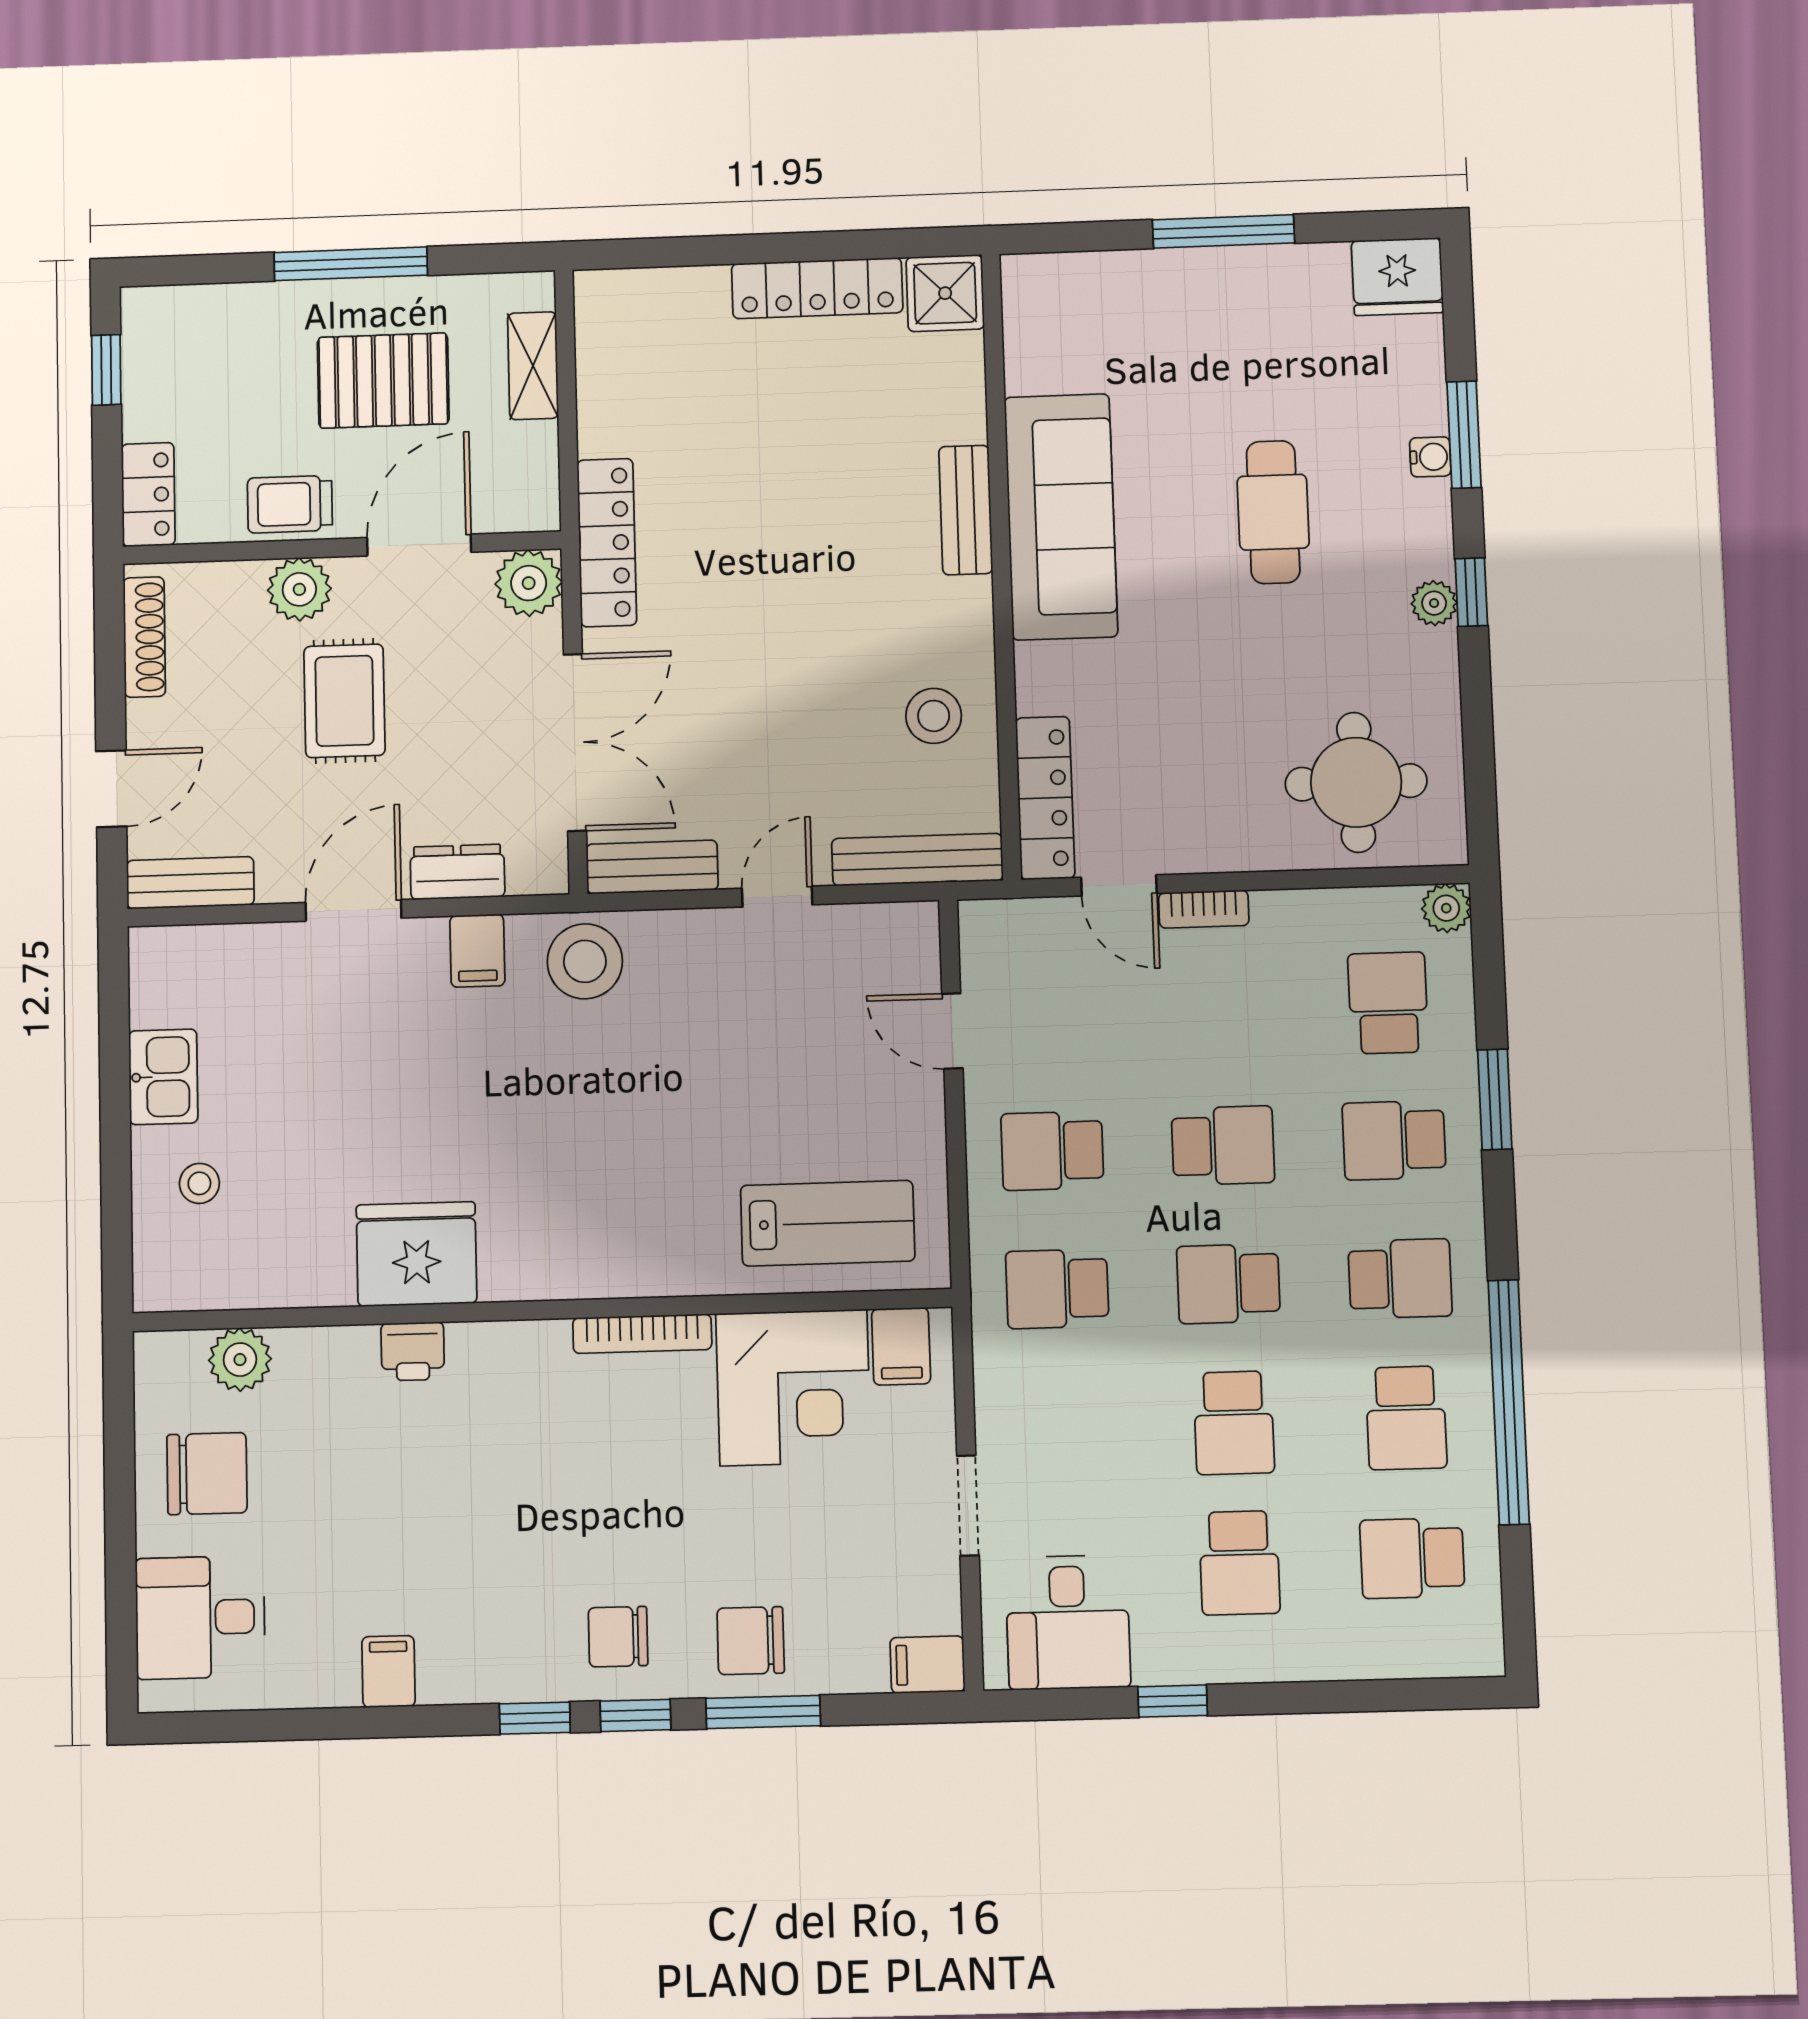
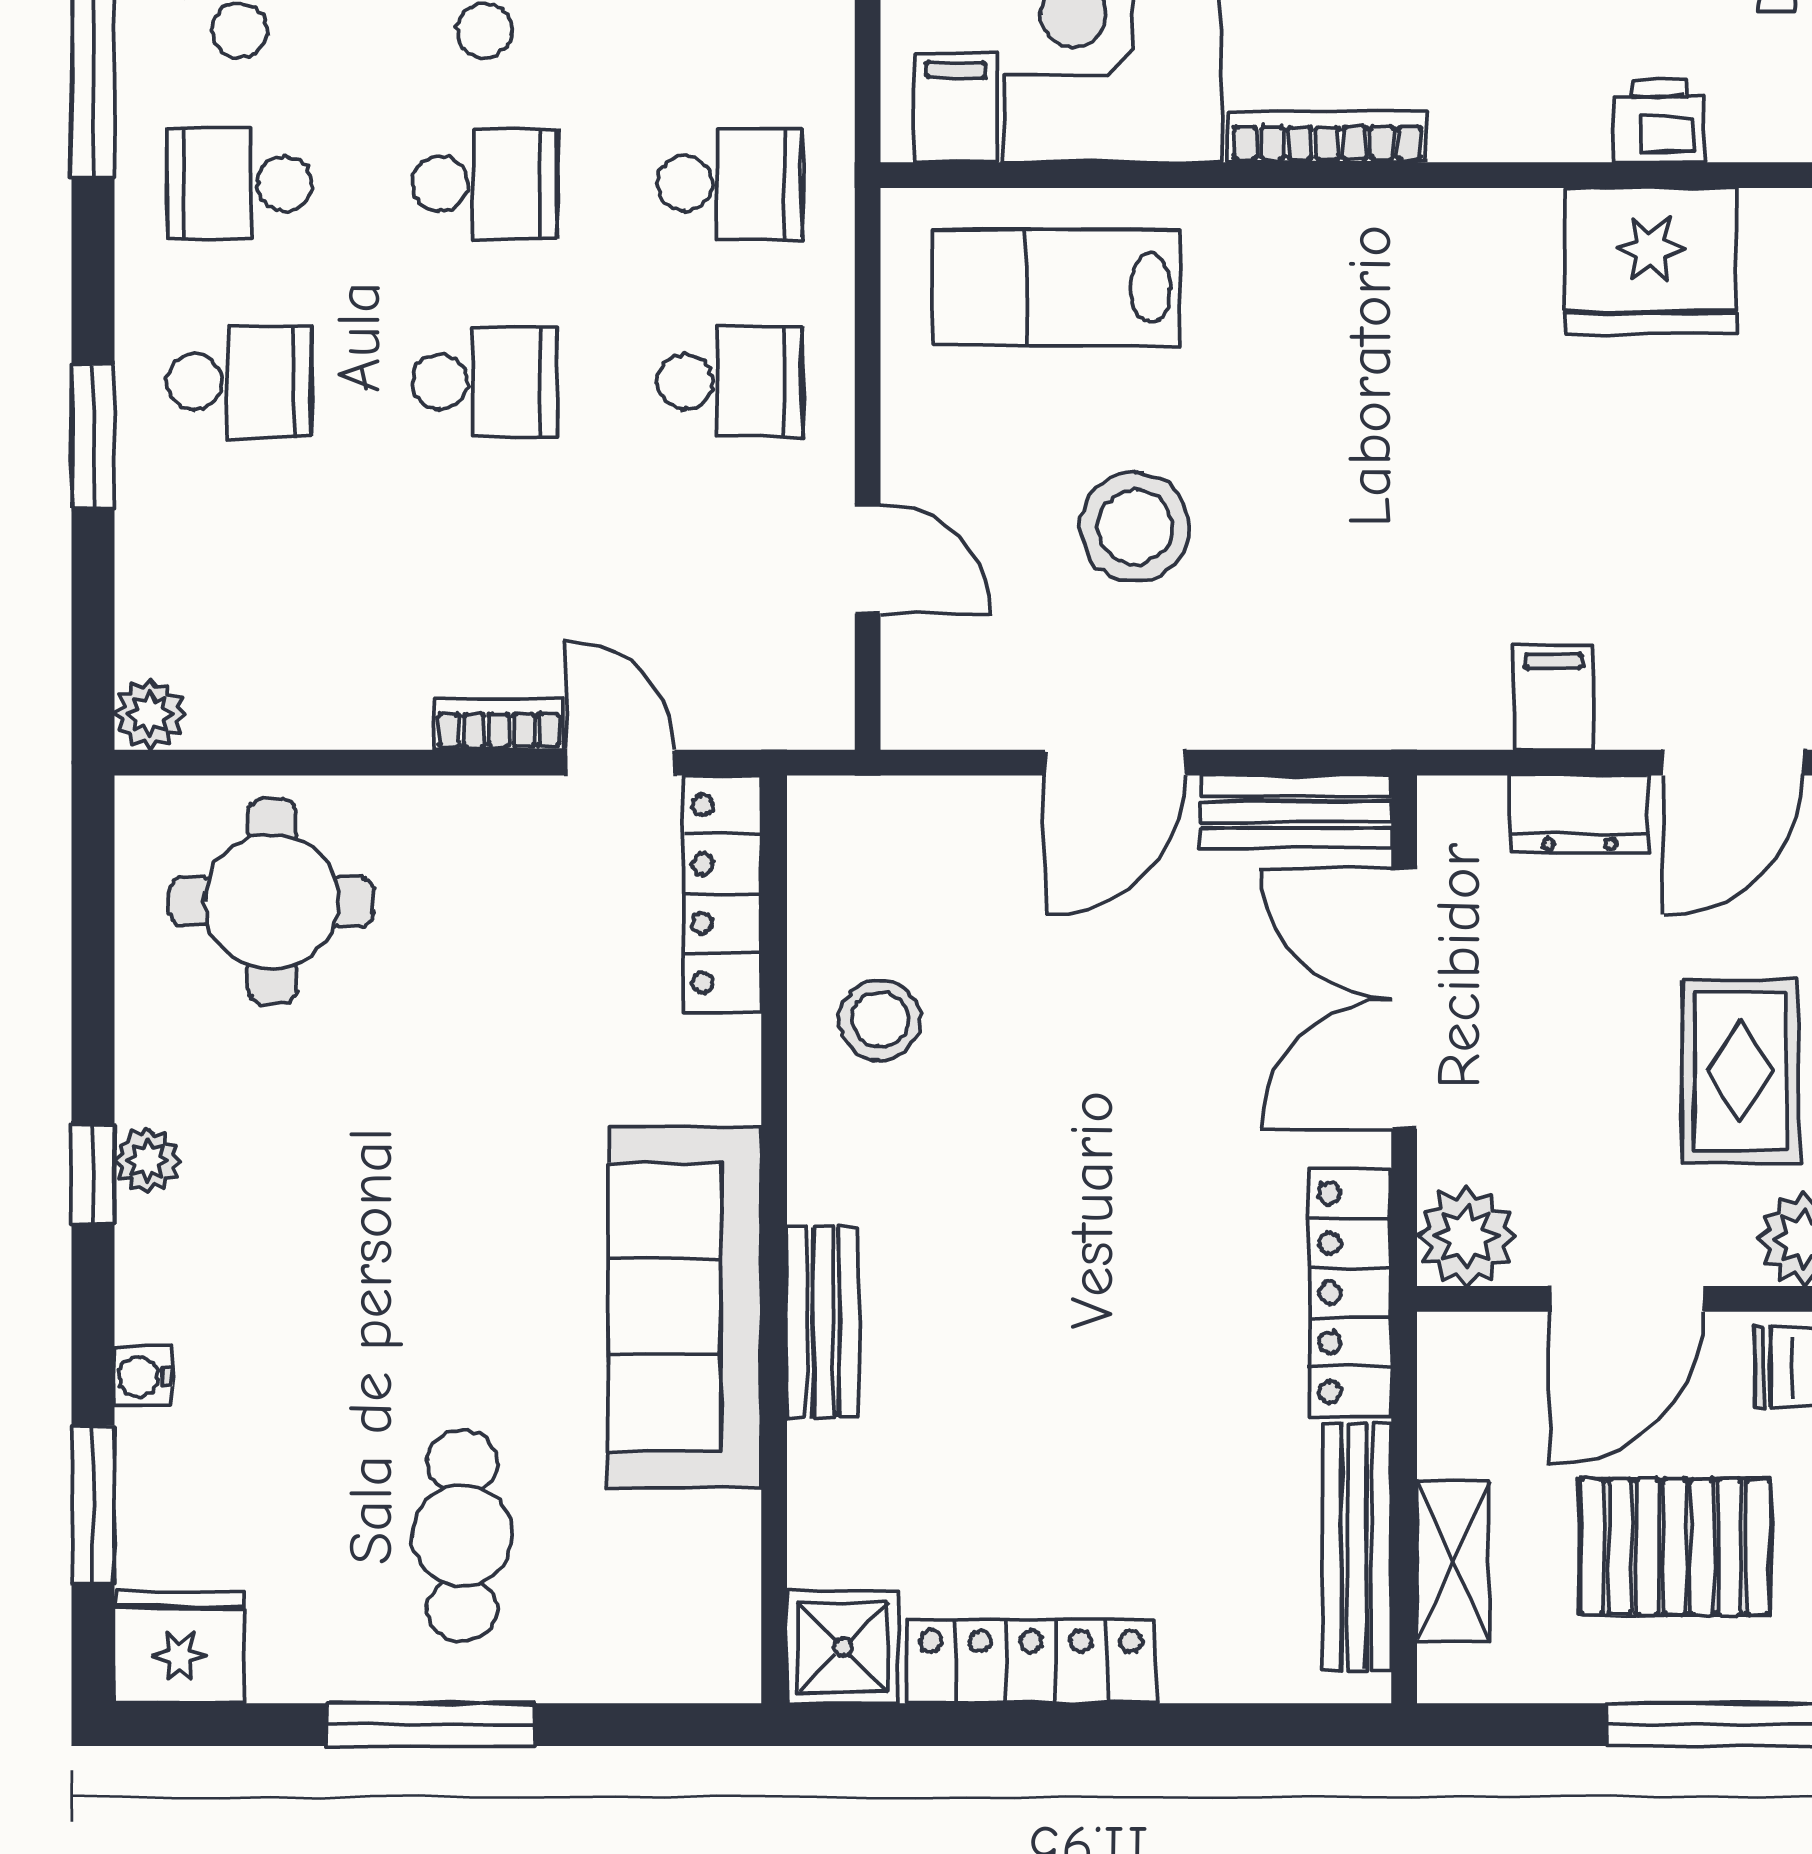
window: (1464, 435) -> (93, 1505), moved
cafe table: (1273, 512) -> (462, 1535), moved
bench: (917, 860) -> (1357, 1547), moved, turned 90
door: (777, 897) -> (1115, 763), width x1.38
stool: (585, 961) -> (1135, 527), moved
school desk: (1388, 1003) -> (240, 580), removed
school desk: (1223, 1146) -> (485, 382), turned 180

